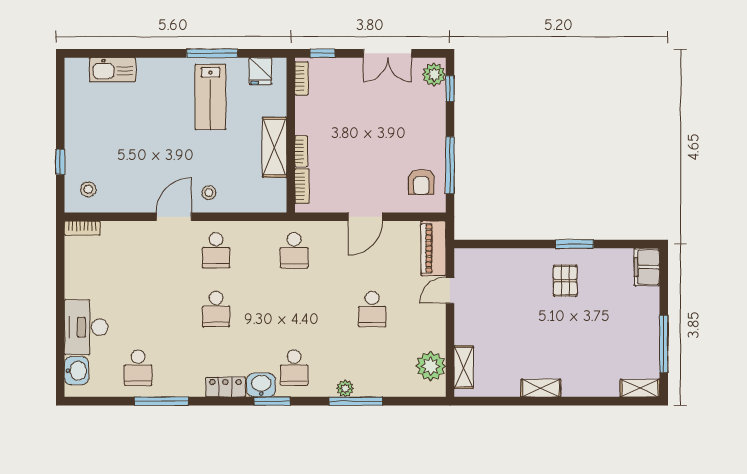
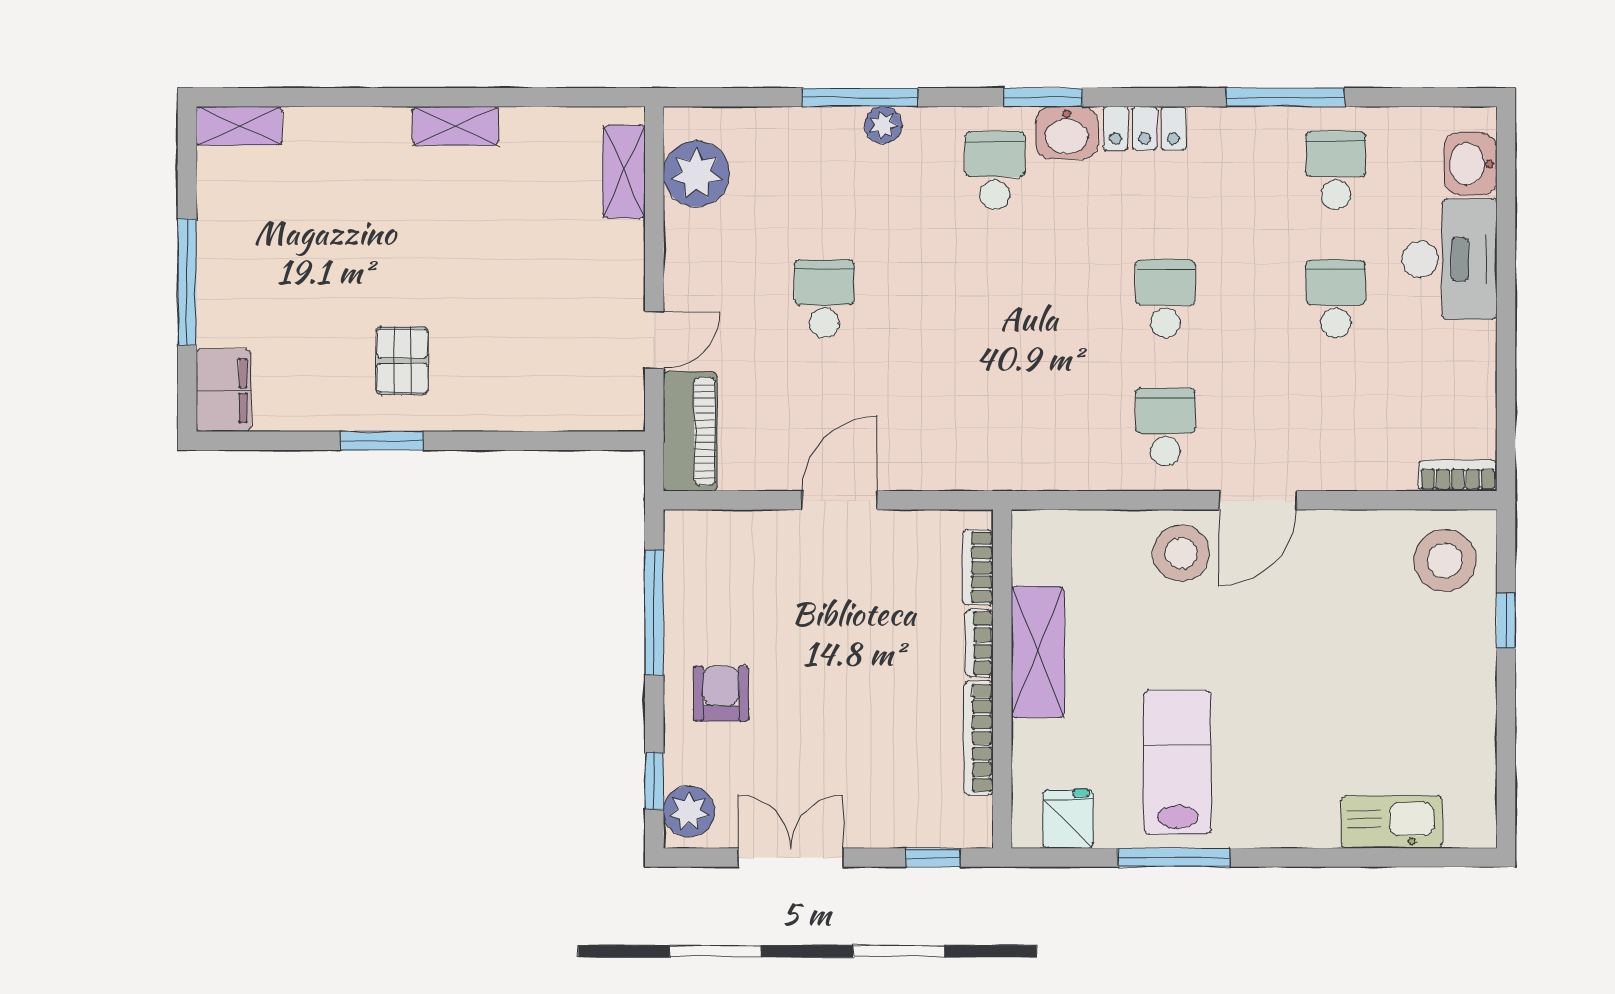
bookcase: (302, 78) -> (978, 738), moved, width x1.56
armchair: (421, 182) -> (721, 694), moved
stool: (88, 189) -> (1445, 560), width x1.89, depth x1.89
stool: (209, 193) -> (1181, 553), width x1.89, depth x1.89
school desk: (294, 250) -> (1336, 299), moved
window: (664, 344) -> (187, 282), moved

